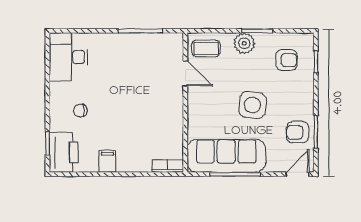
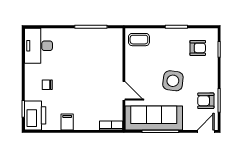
plant: (244, 43) -> (167, 36), removed
door: (185, 73) -> (124, 91), moved

